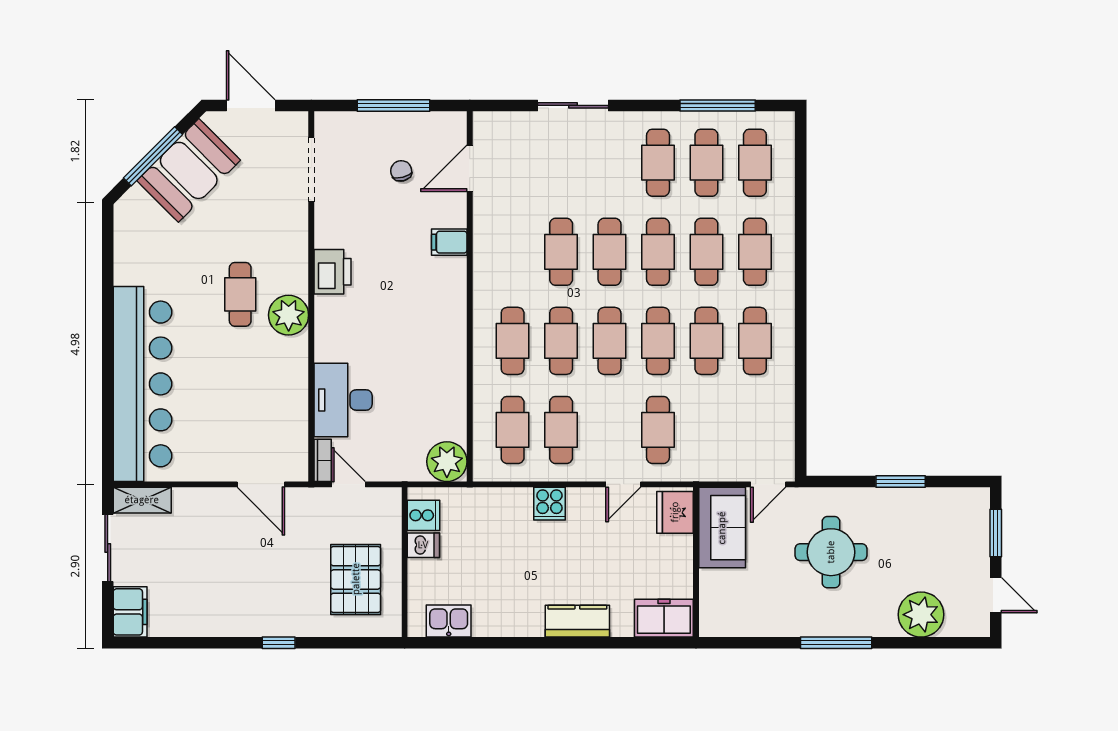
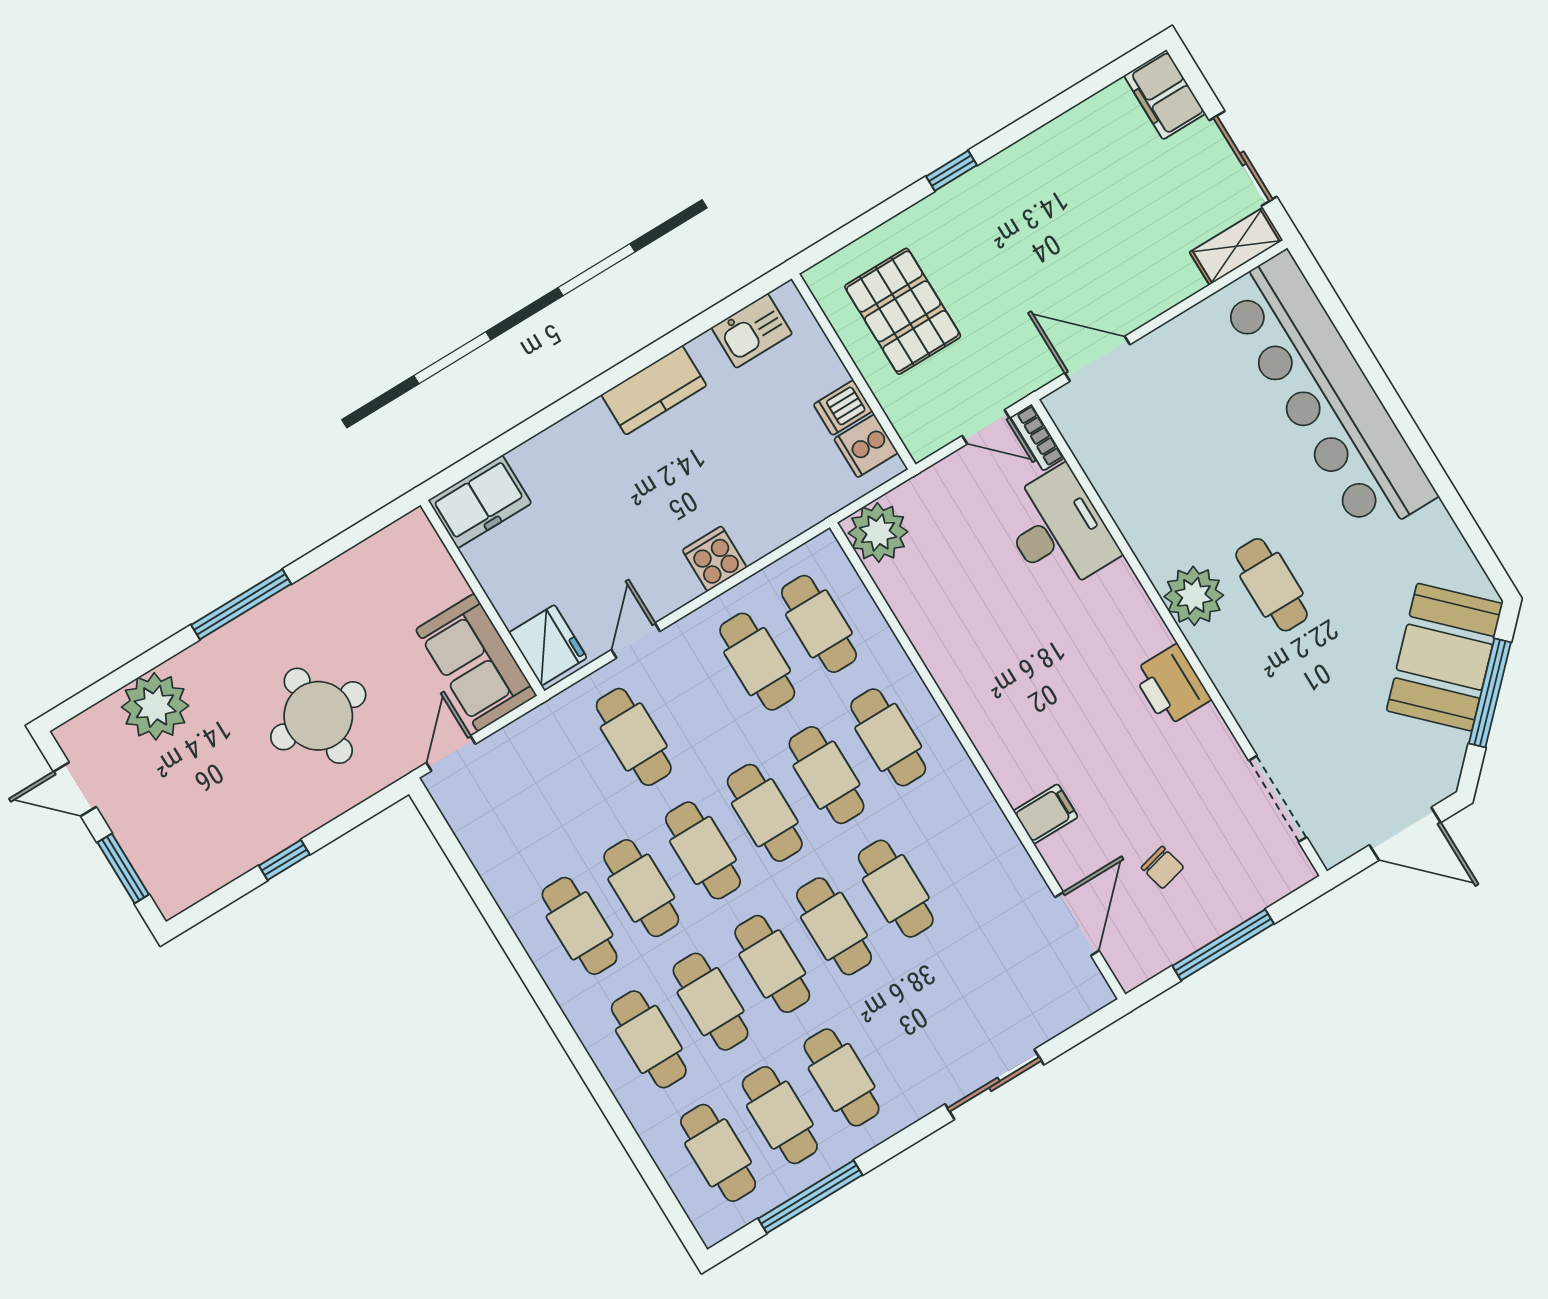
booth: (189, 170) -> (1444, 657), moved
window: (901, 482) -> (284, 860), width x0.67
kitchen counter: (577, 621) -> (654, 390), moved

